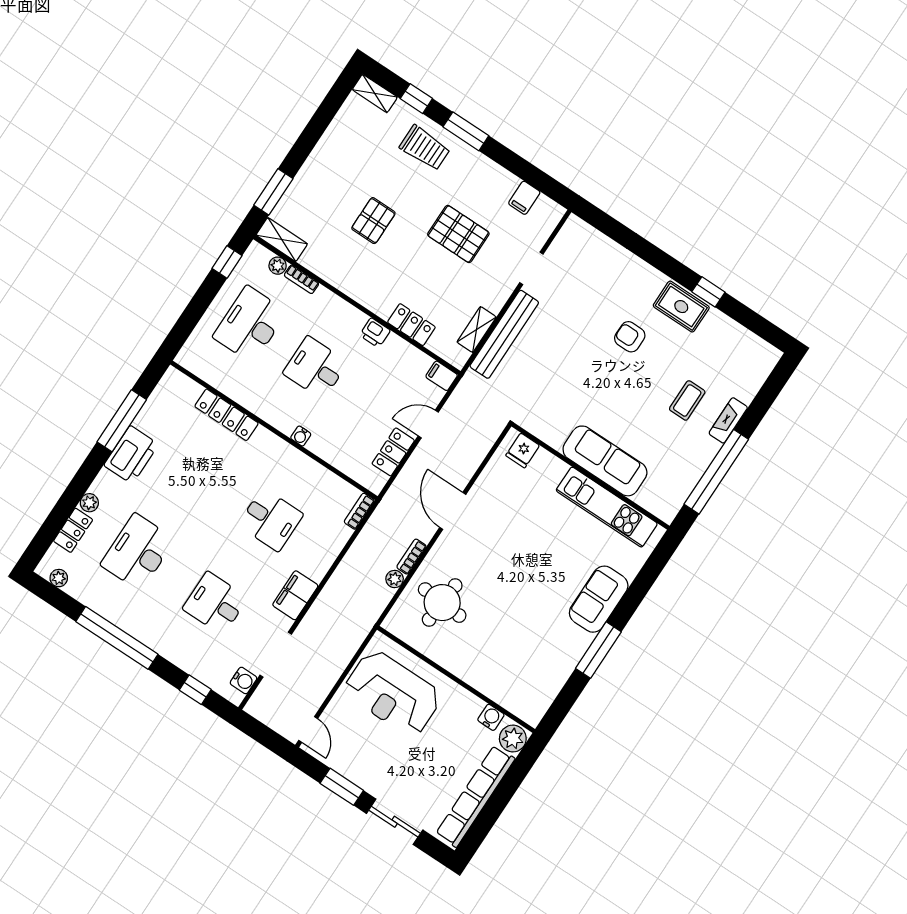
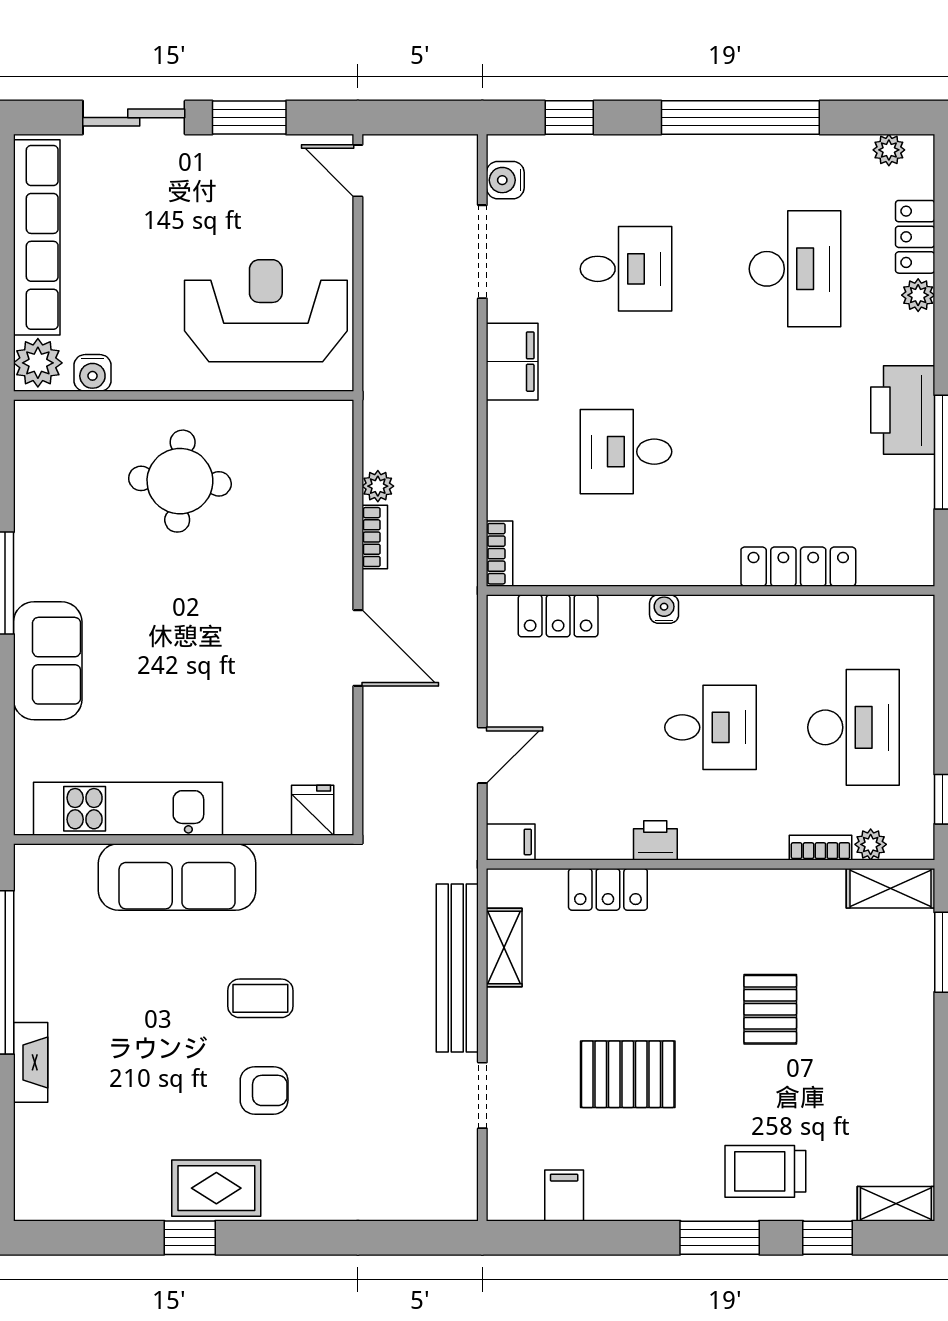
coffee table: (687, 400) -> (260, 998), moved, turned 90
locker: (393, 452) -> (558, 616), moved, turned 90
round table: (442, 603) -> (180, 481), moved

